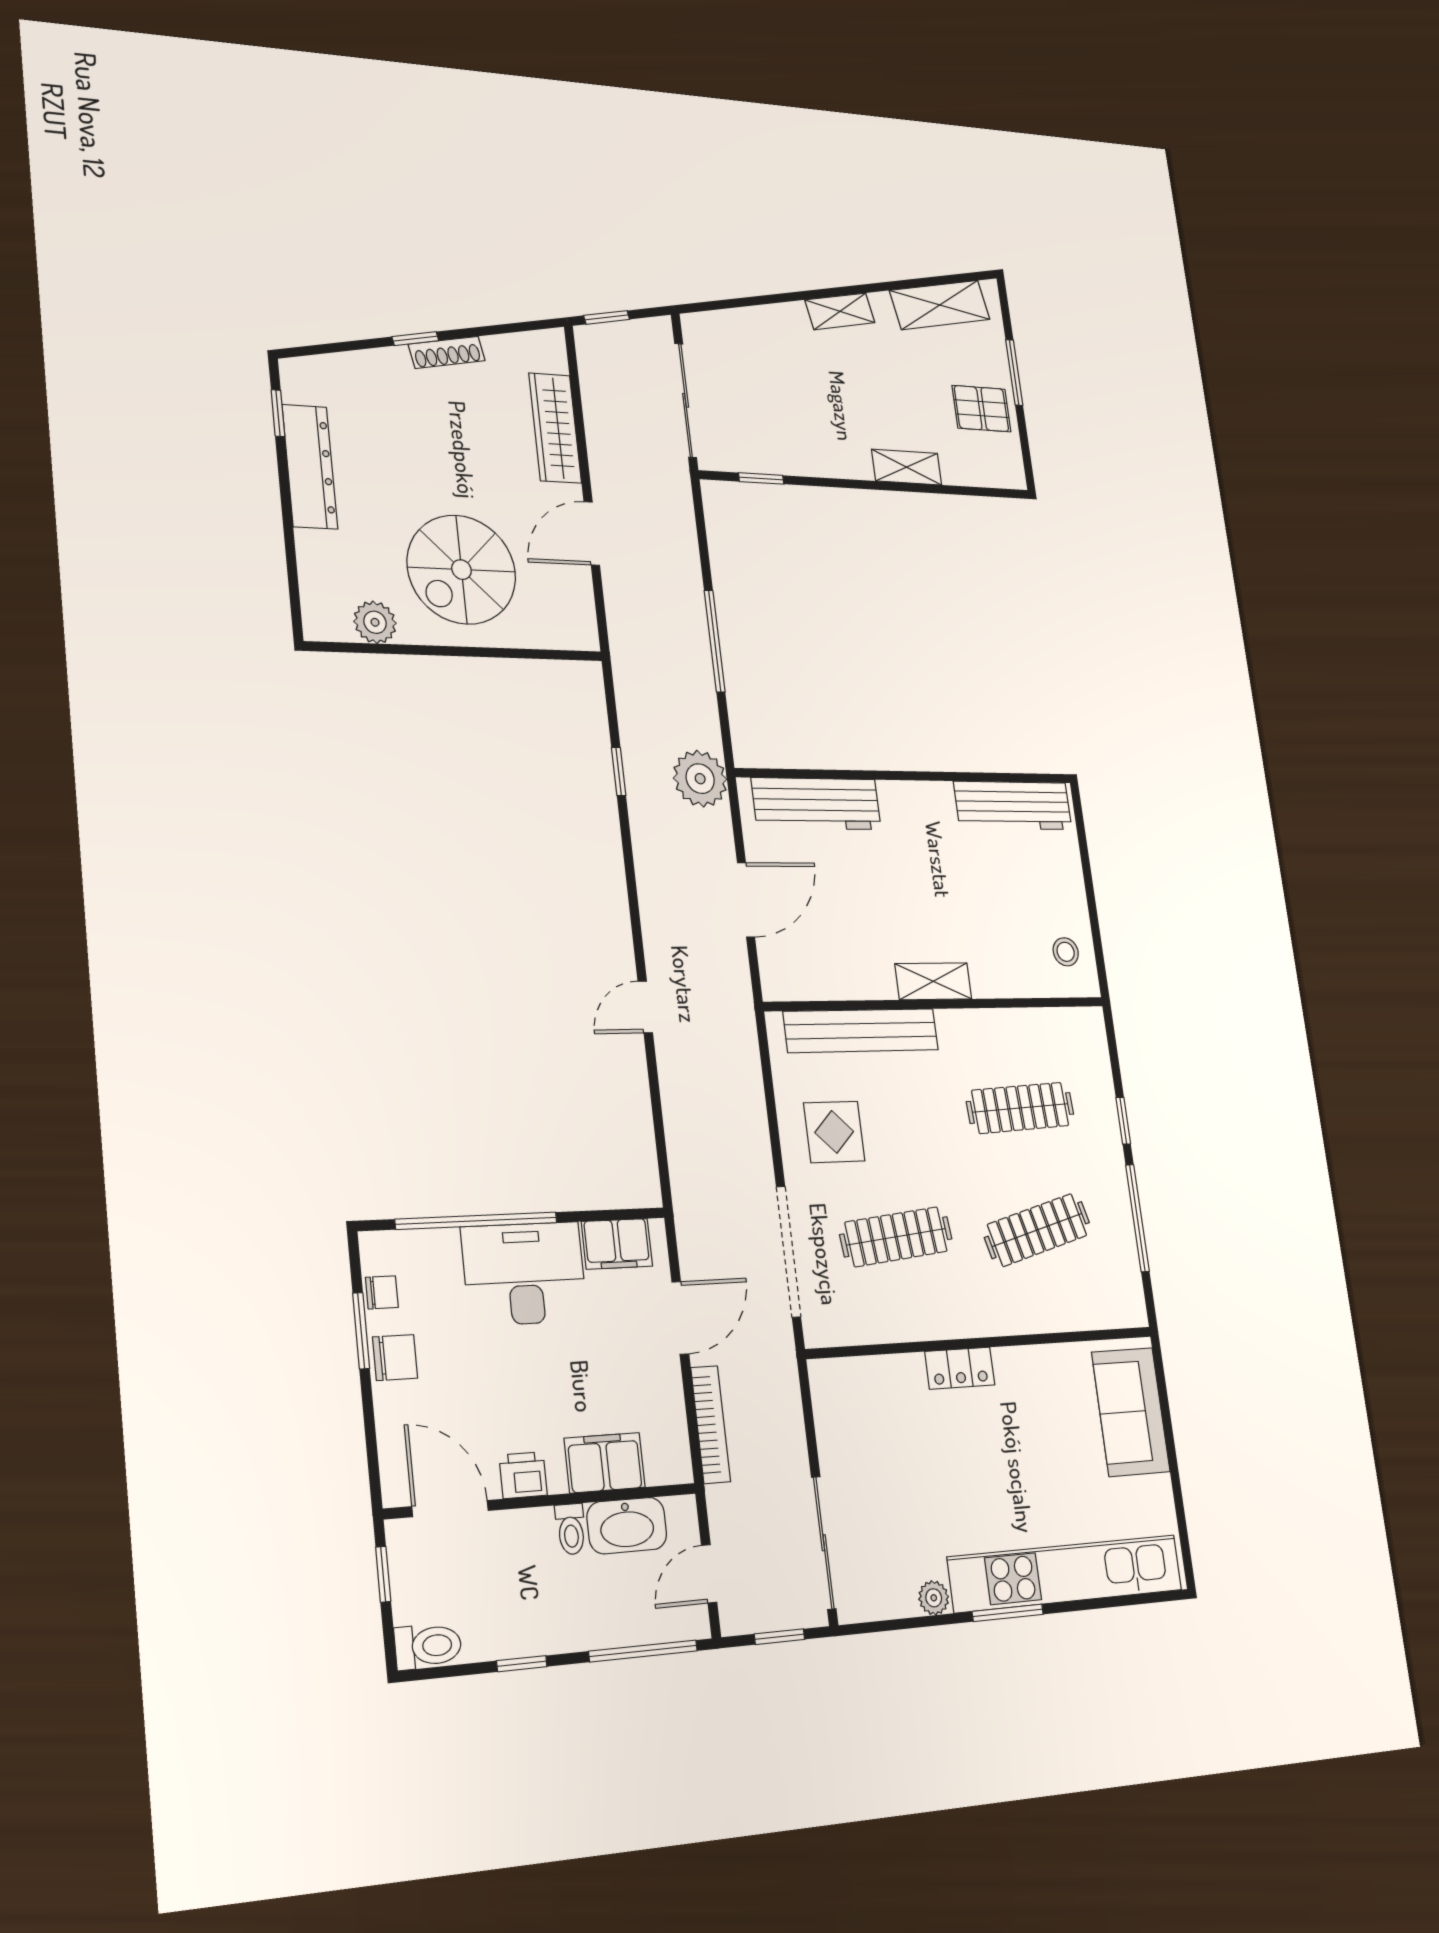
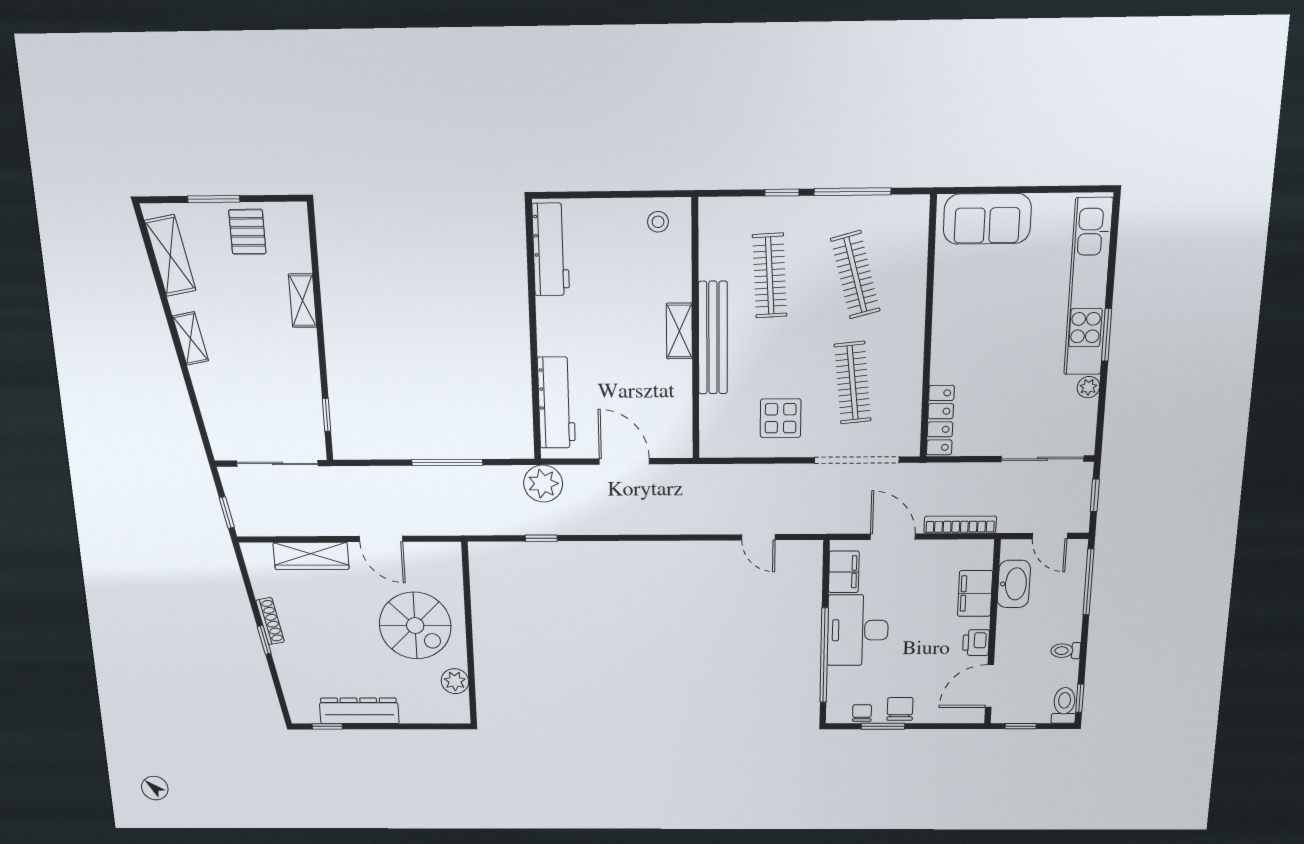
door: (645, 1007) -> (758, 537), moved
bench: (861, 1031) -> (713, 338), moved
locker: (960, 1368) -> (940, 420), moved, width x1.53
toilet: (571, 1529) -> (1066, 651), moved, turned 180
window: (522, 1664) -> (1080, 698), moved

